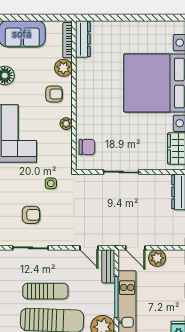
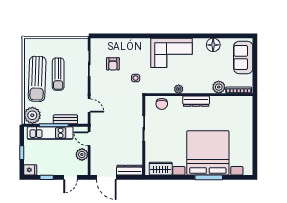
dresser: (83, 39) -> (196, 101), moved
armchair: (54, 94) -> (200, 80), removed
door: (89, 248) -> (89, 105), swing flipped
door: (135, 248) -> (89, 139), hinge flipped
bench: (108, 266) -> (65, 119), moved

